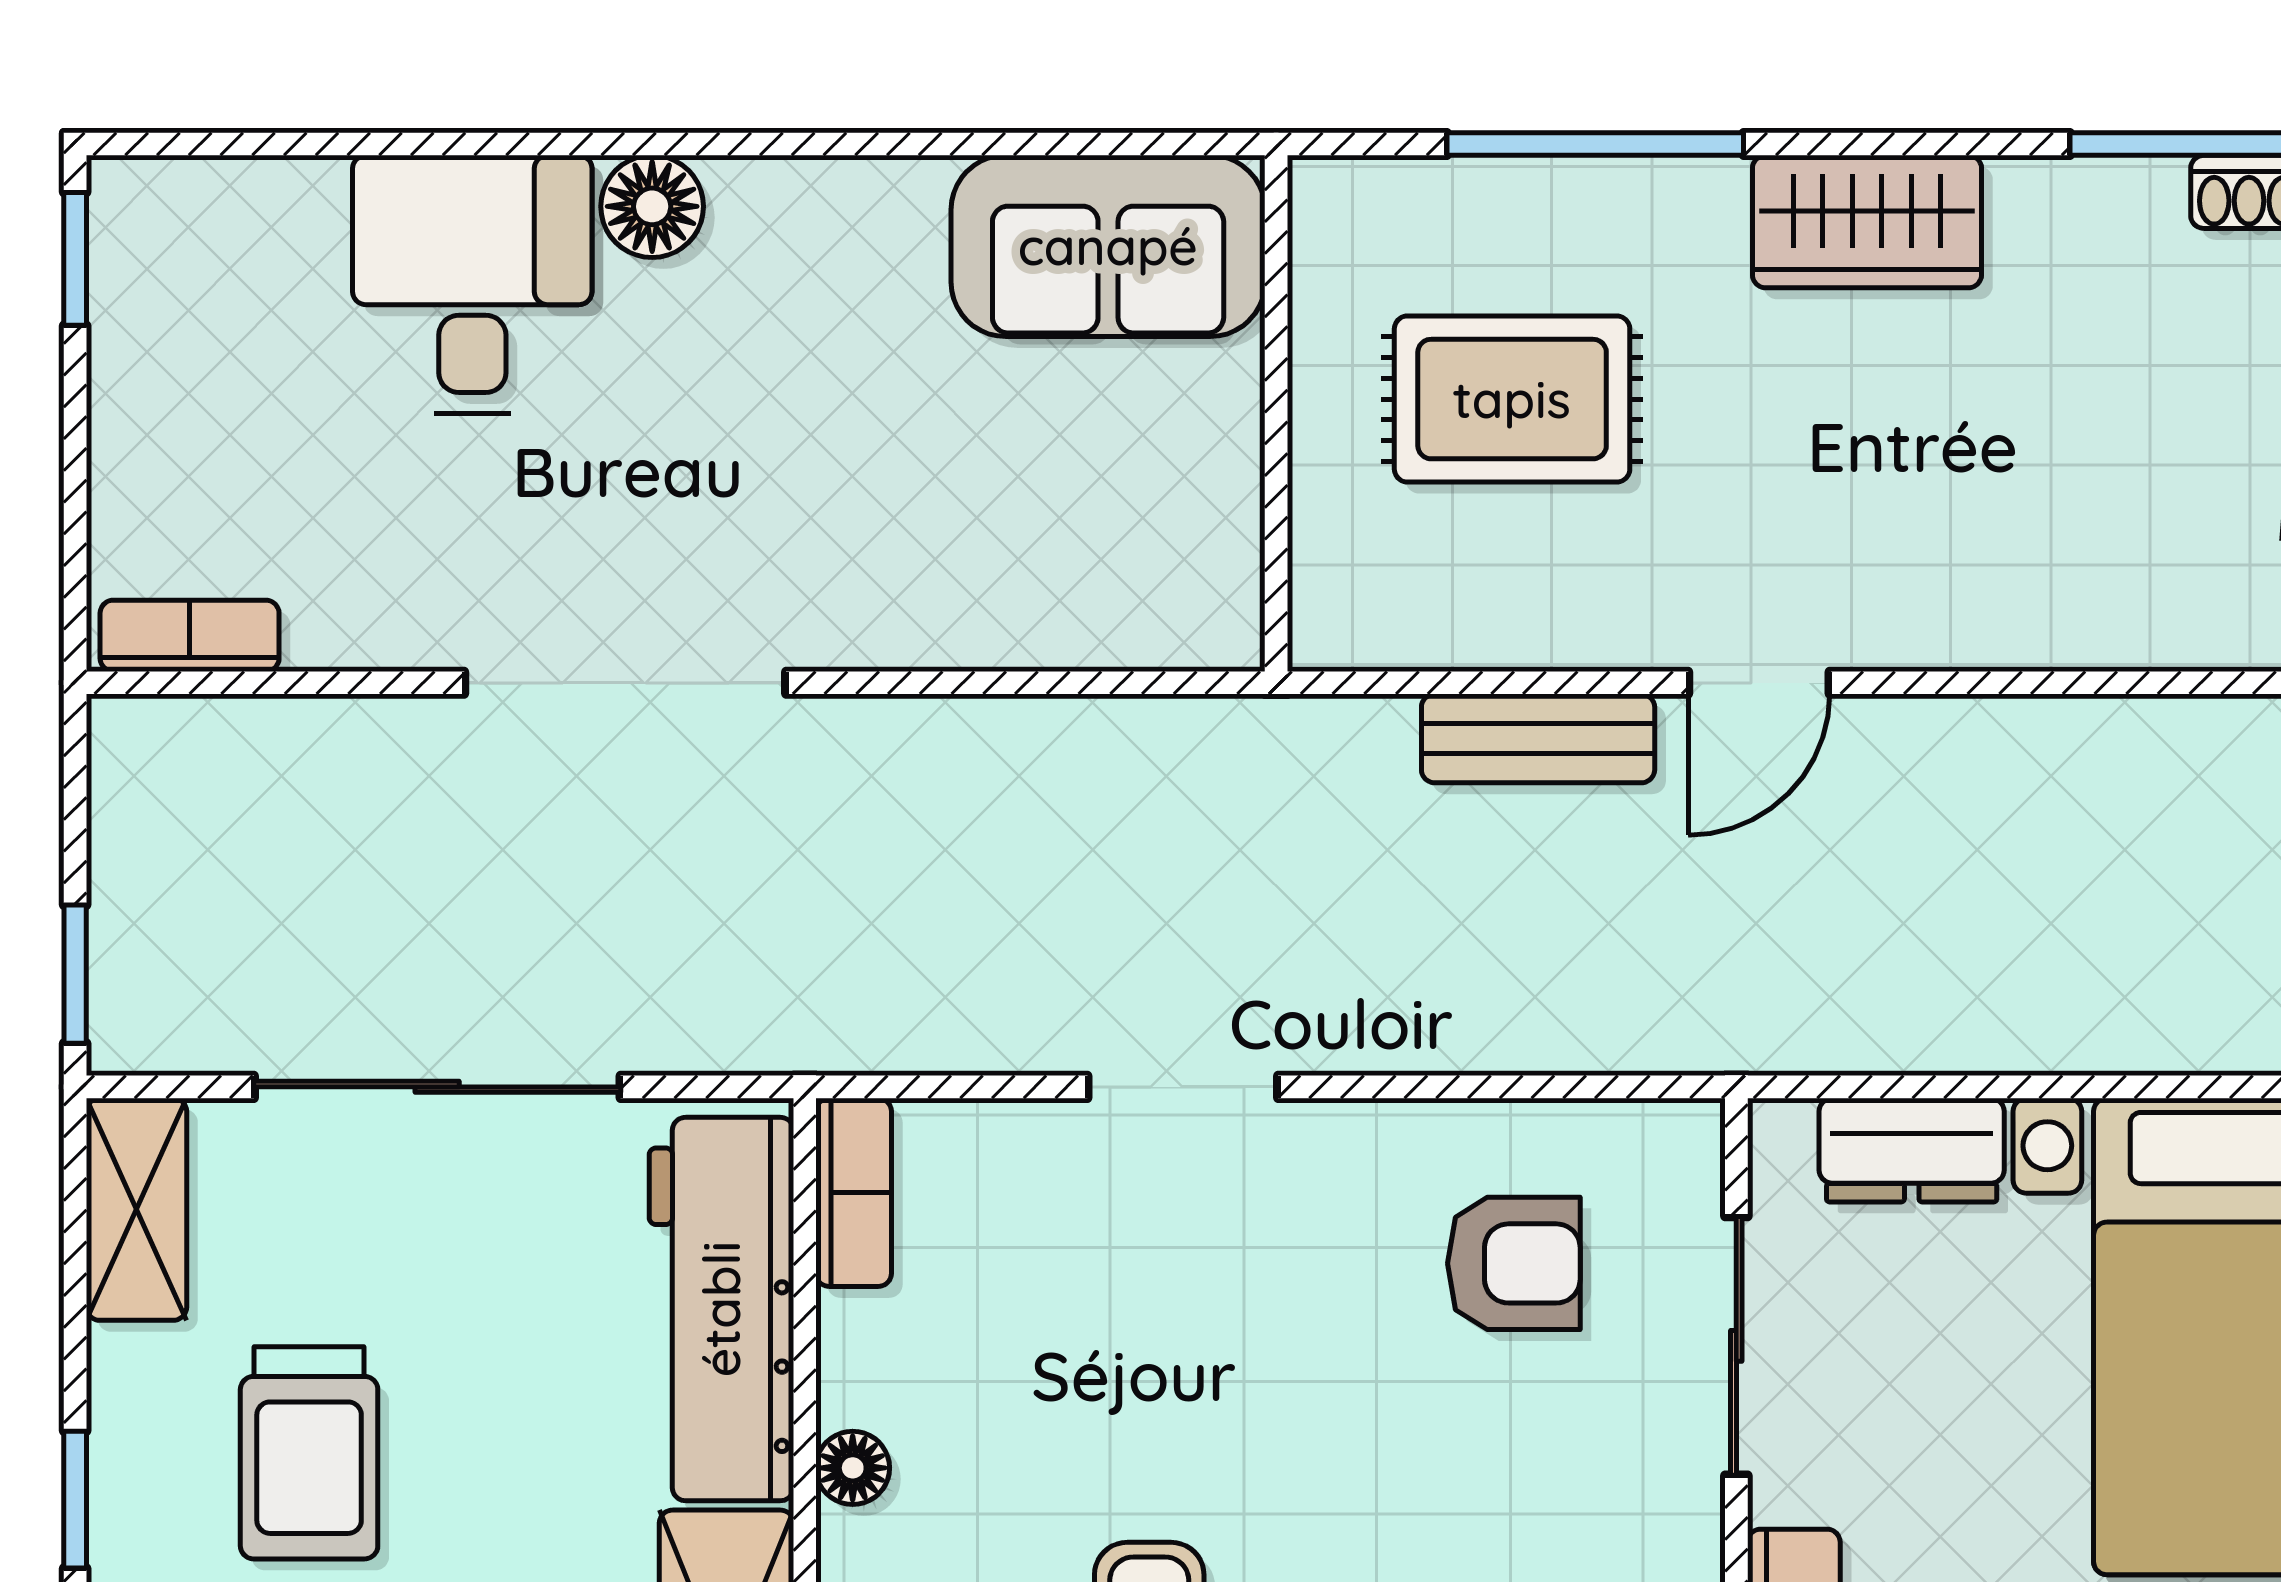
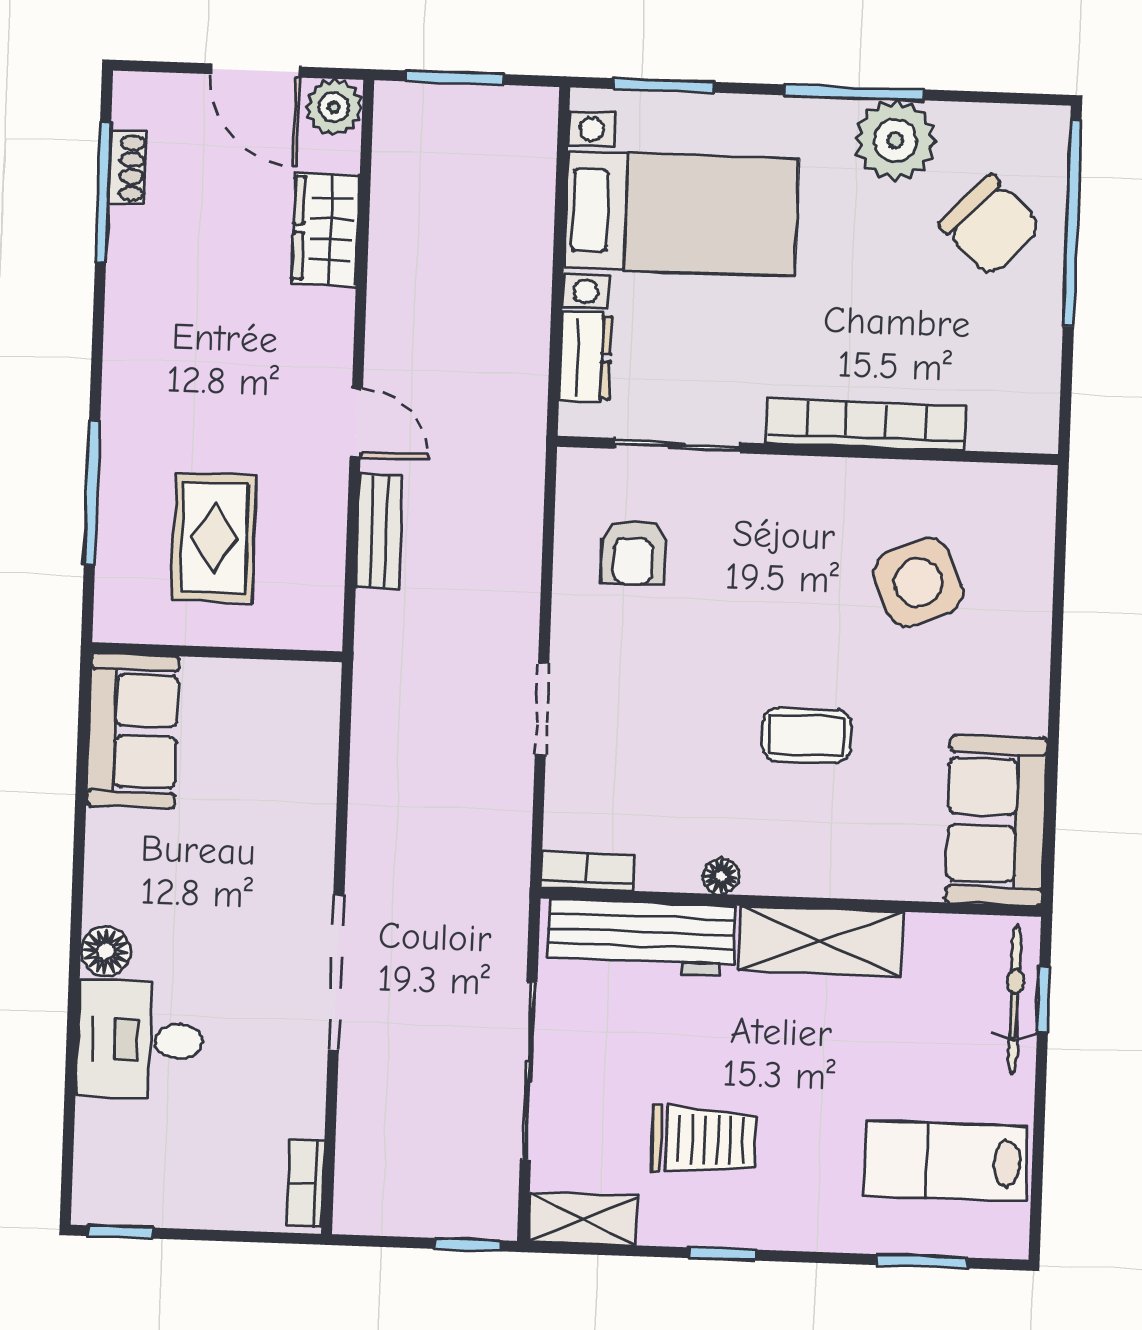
wardrobe: (1867, 222) -> (326, 229), moved, turned 180
armchair: (1514, 1263) -> (633, 552), turned 180

